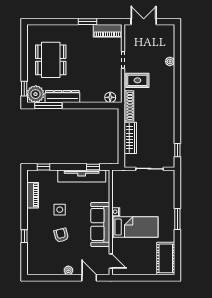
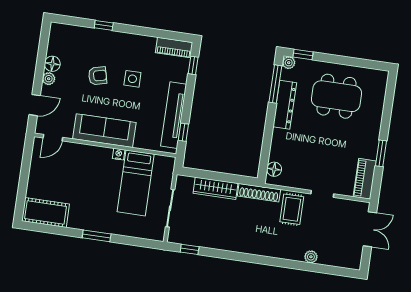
plant: (36, 94) -> (289, 63), width x0.53, depth x0.53
piano: (33, 195) -> (174, 48), moved
bed: (135, 227) -> (136, 183), moved
floor lamp: (57, 269) -> (52, 64), added

